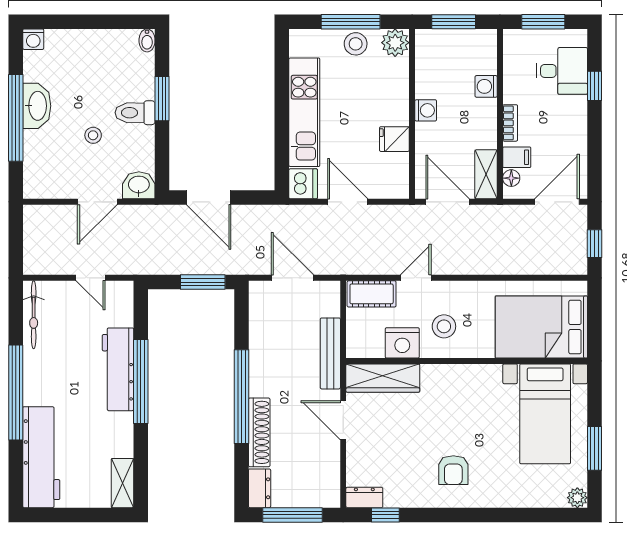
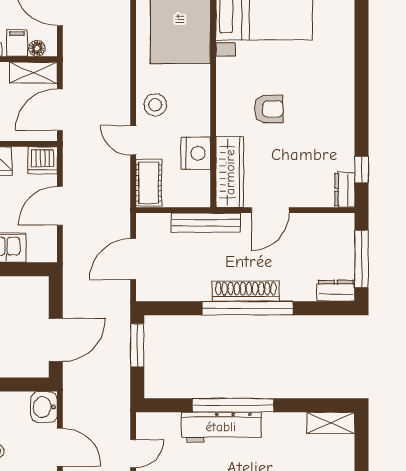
dishwasher: (303, 184) -> (43, 160), moved, turned 180
stool: (444, 326) -> (155, 105), moved
shoe rack: (259, 432) -> (246, 291), moved
armchair: (453, 470) -> (269, 109), moved

